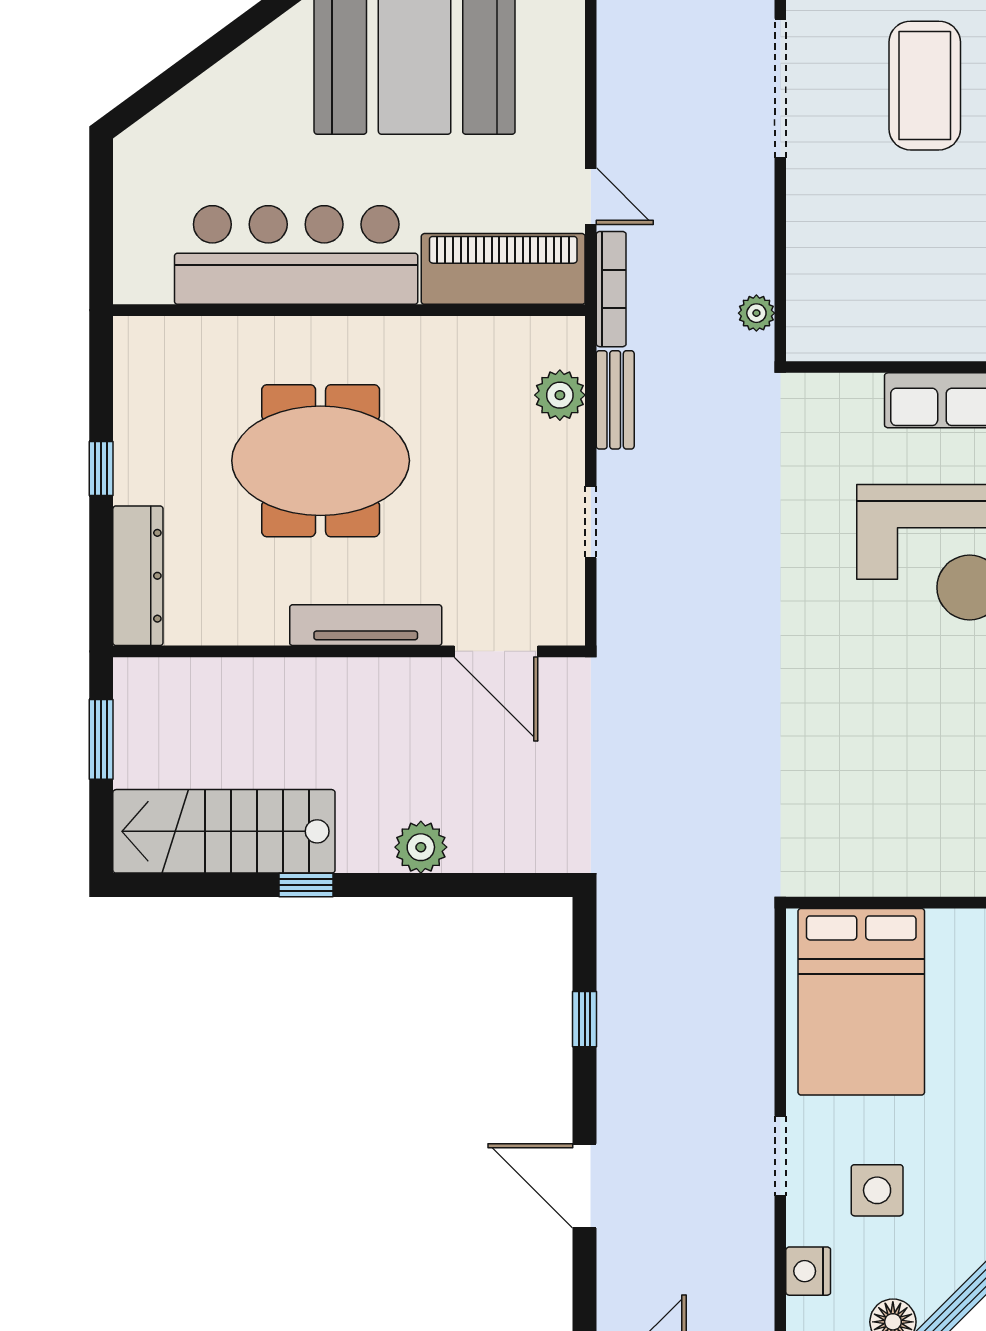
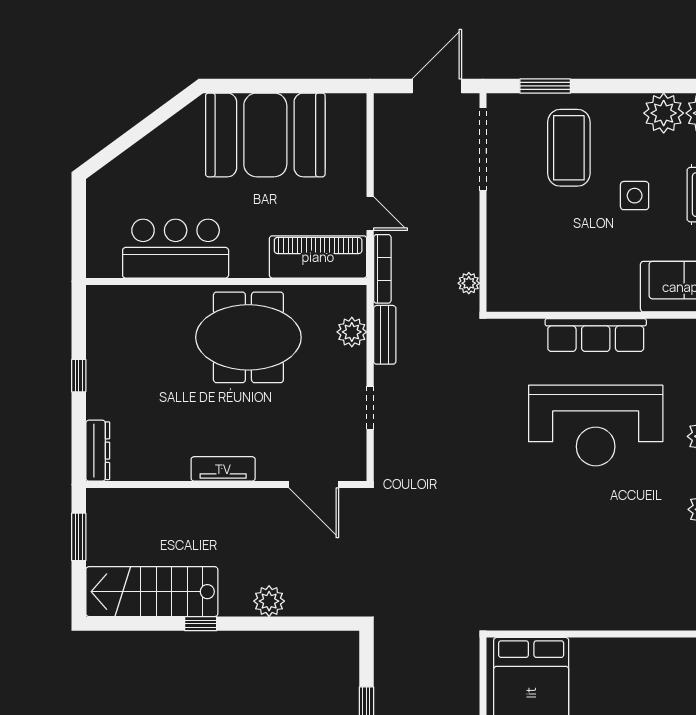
bar counter: (296, 255) -> (176, 249), width x0.73
meeting table: (321, 461) -> (248, 337), moved
dresser: (138, 576) -> (98, 451), width x0.73, depth x0.80
tv unit: (366, 625) -> (223, 469), width x0.71

